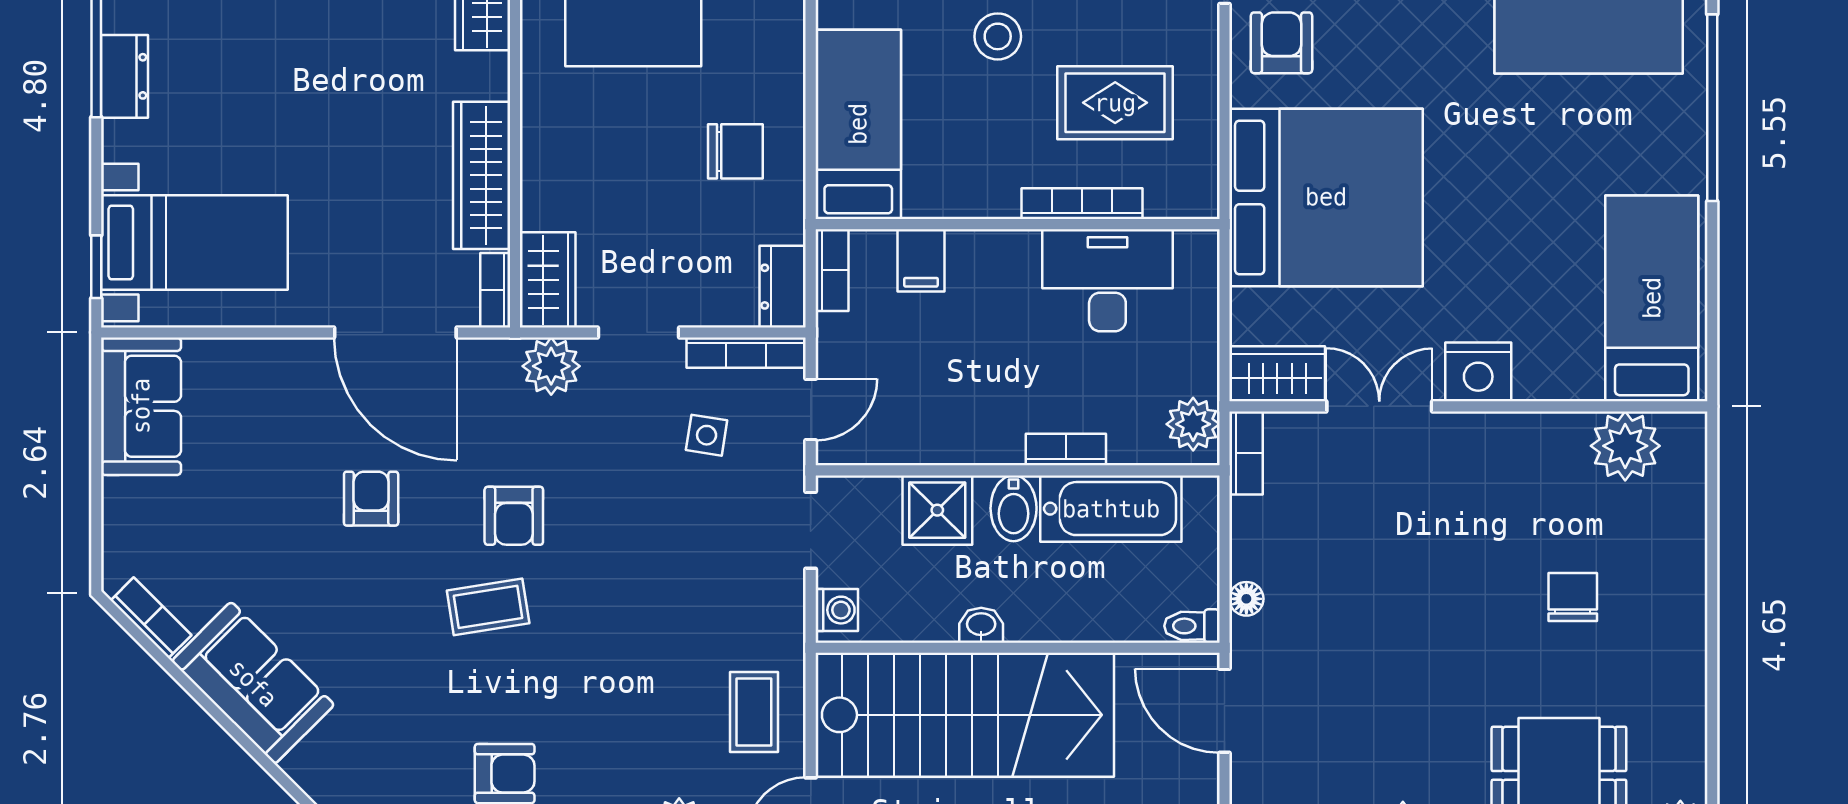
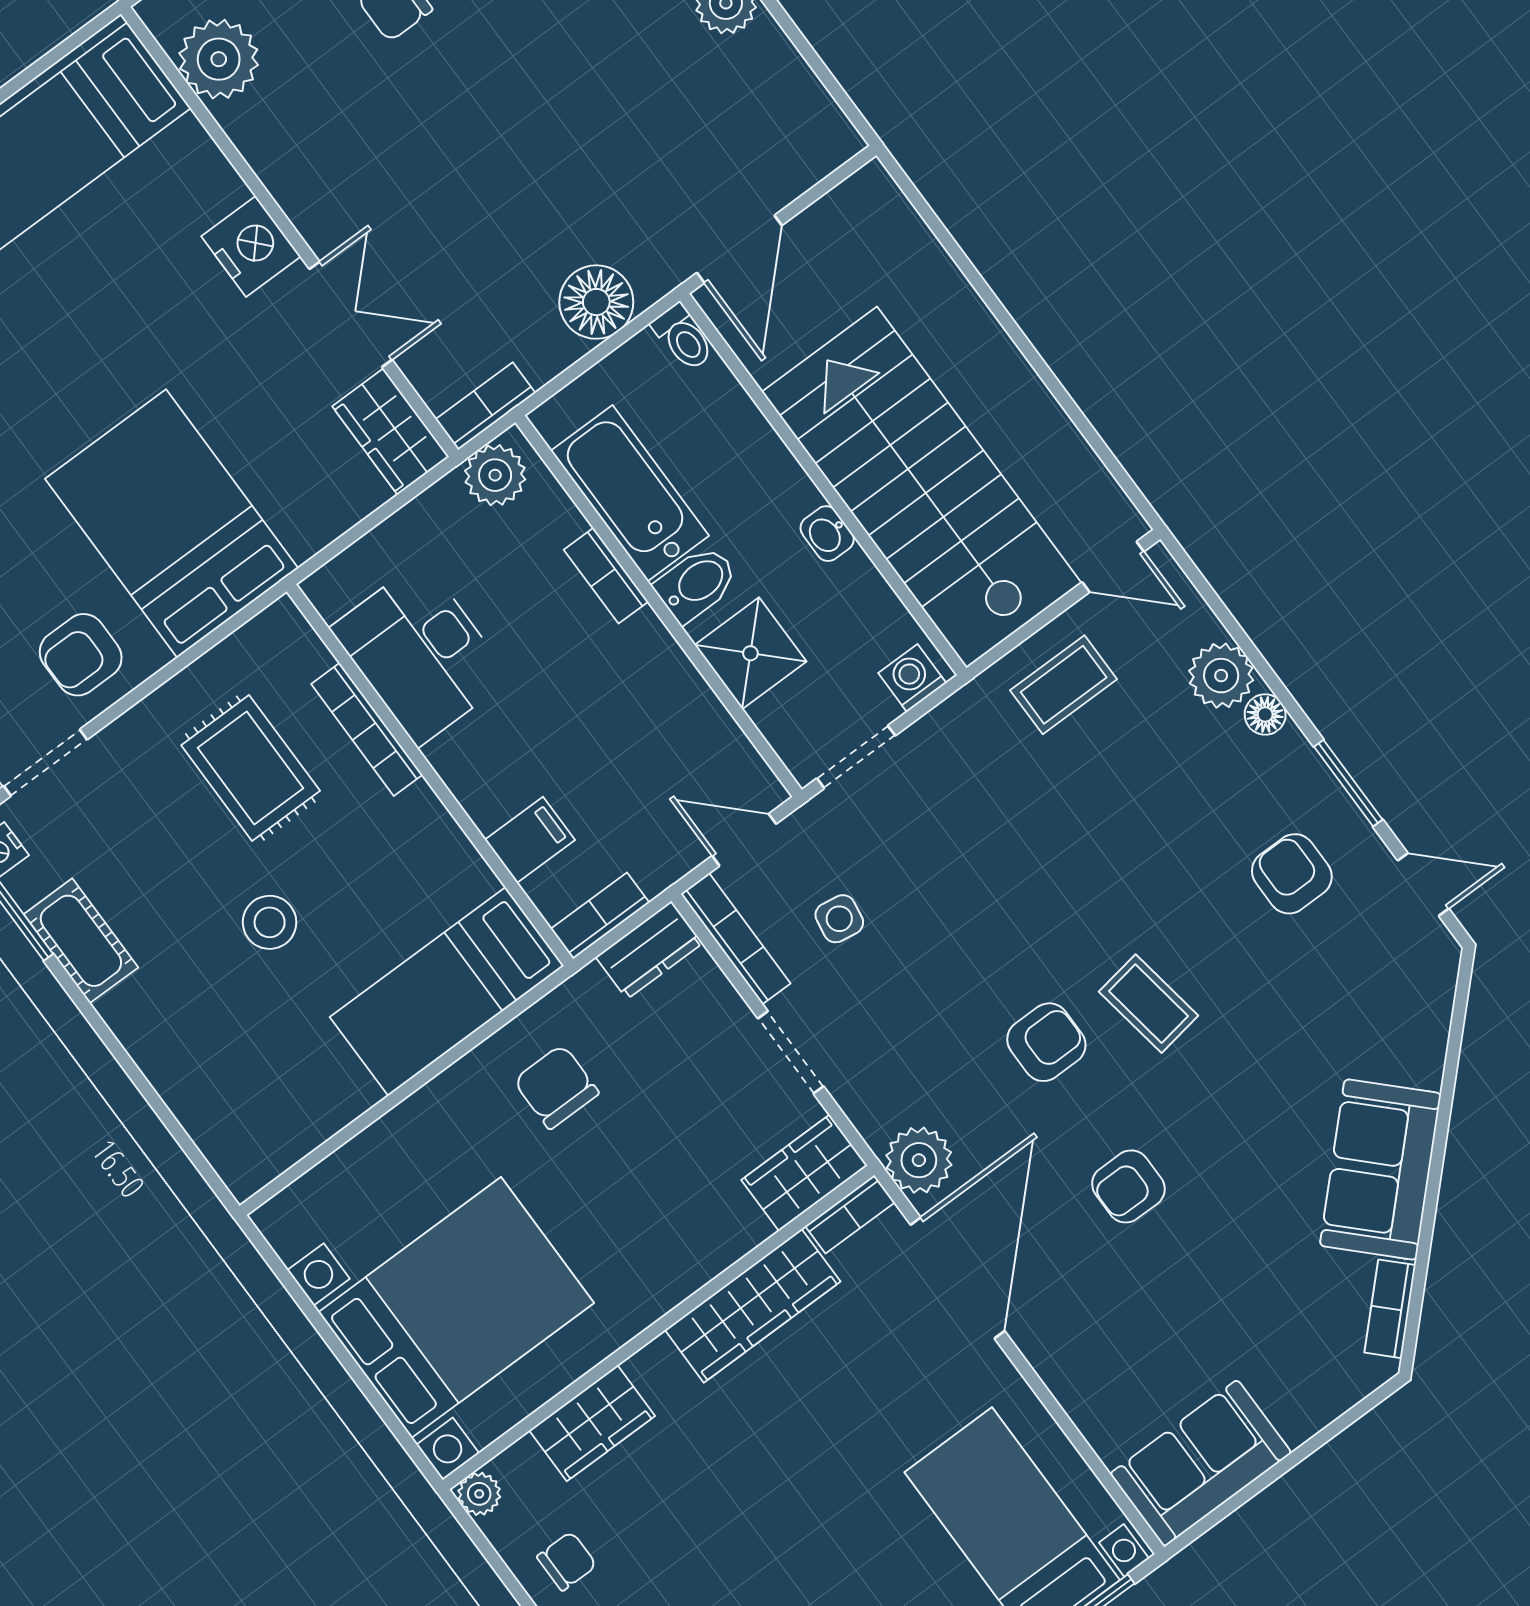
bed: (1326, 197) -> (172, 523), width x0.73
plant: (551, 366) -> (919, 1160), moved
double door: (1379, 406) -> (351, 314), swing flipped
floor lamp: (1246, 599) -> (596, 302), width x1.89, depth x1.89

